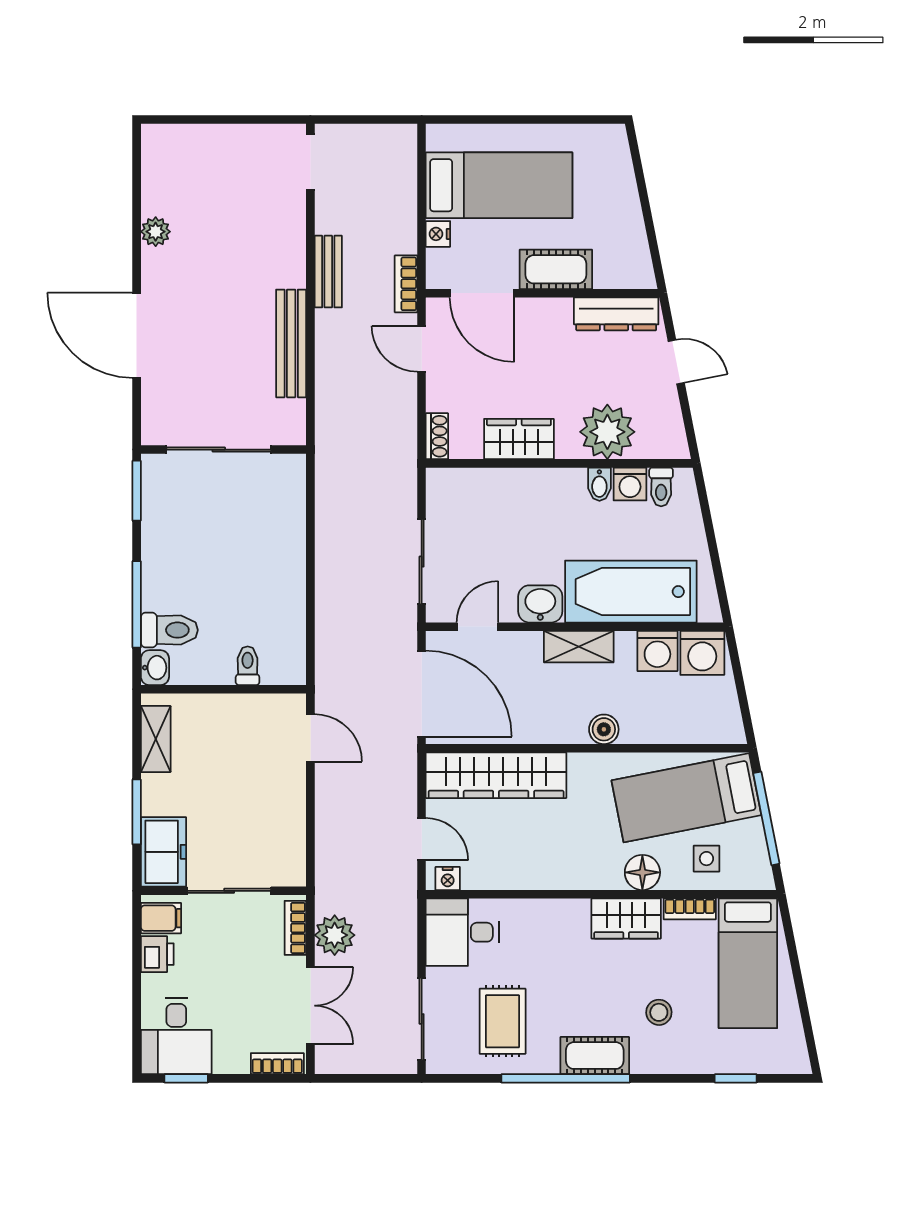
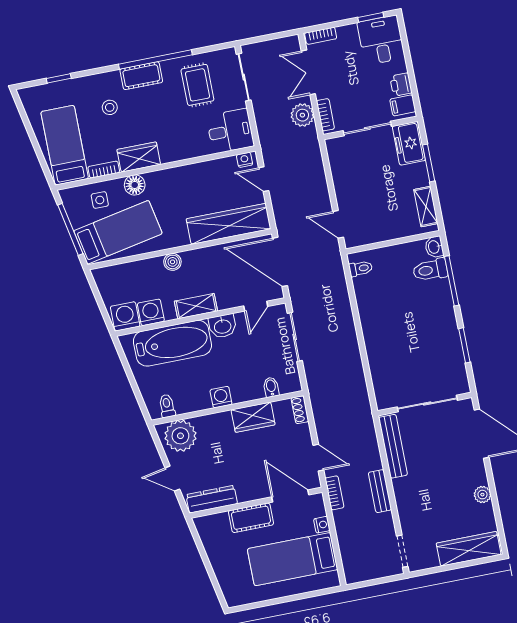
wardrobe: (197, 144) -> (469, 549), added
plant: (607, 432) -> (180, 436), moved
sliding door: (219, 450) -> (427, 404), moved
wall: (224, 450) -> (425, 404), moved
bidet: (599, 484) -> (271, 387), moved
washing machine: (630, 484) -> (221, 397), moved
toilet: (248, 666) -> (361, 268), moved, turned -90

